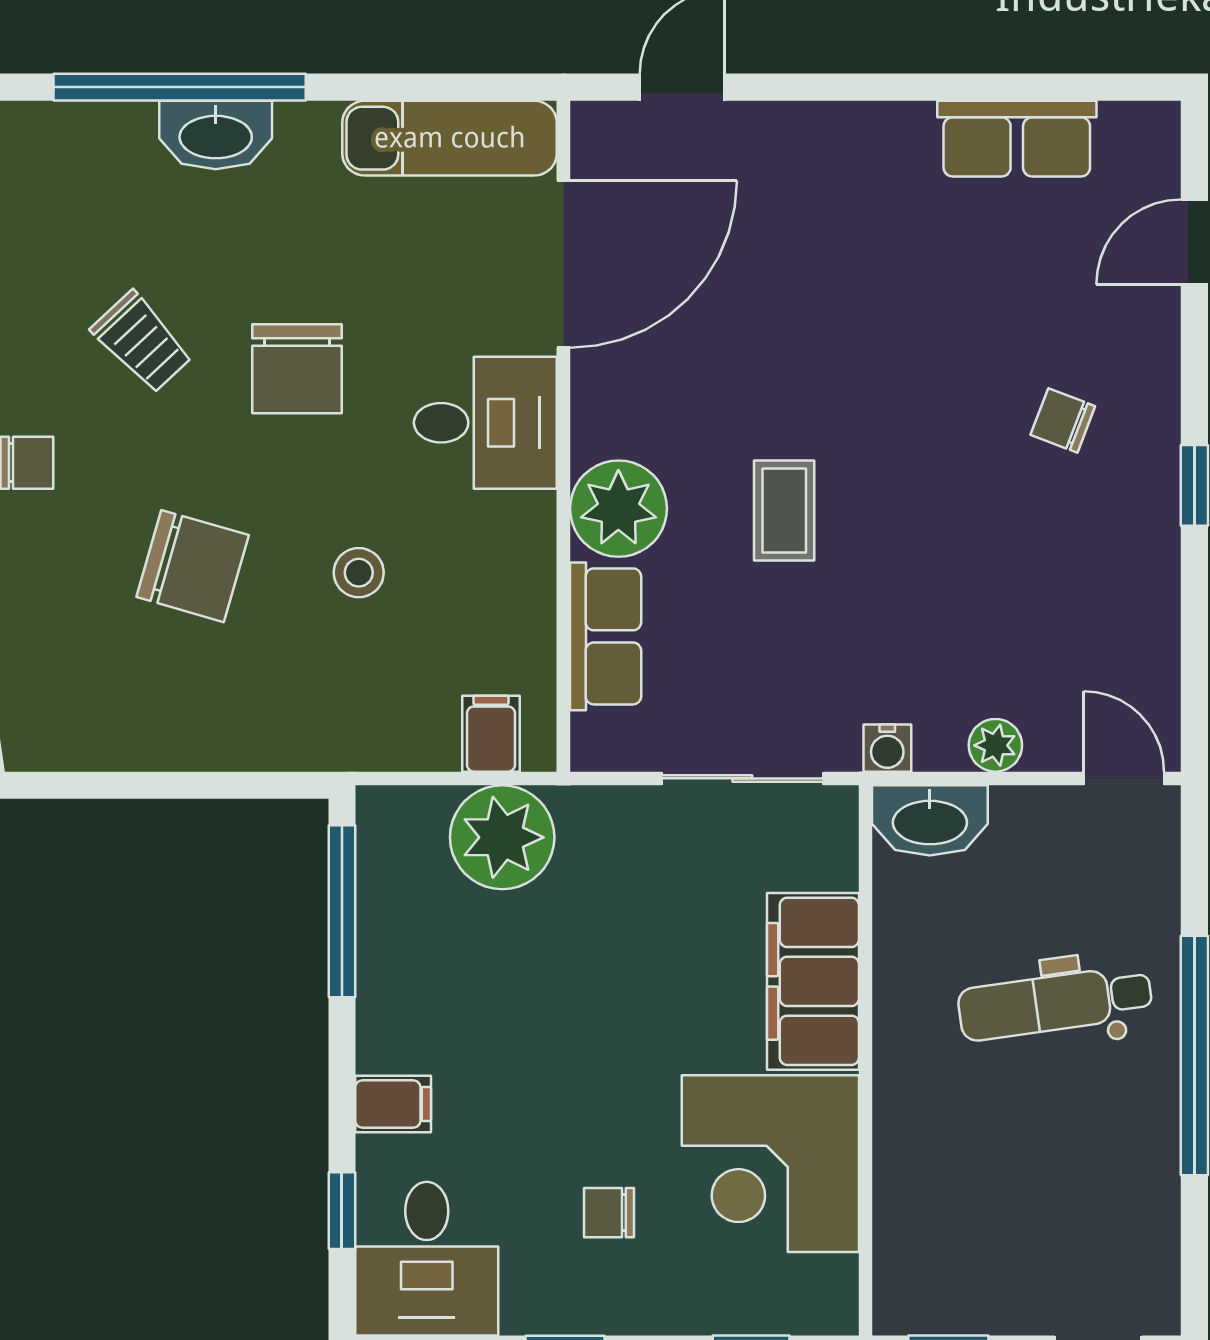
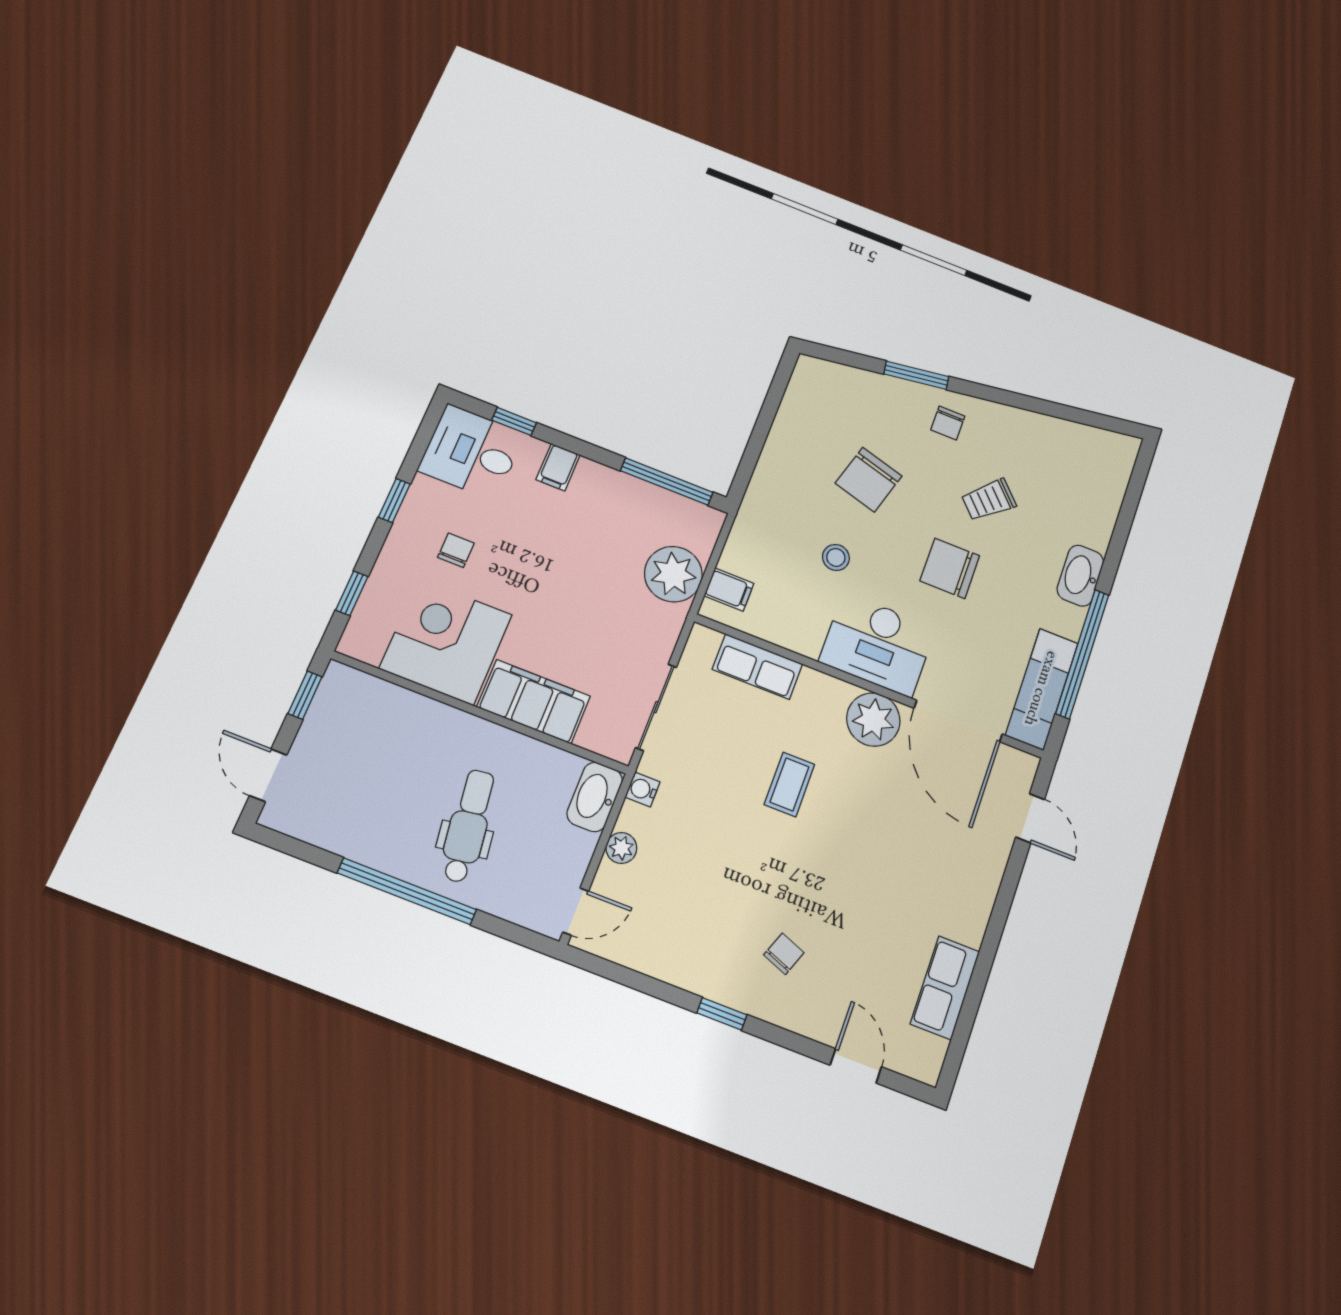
window: (180, 87) -> (1082, 654), moved
desk: (485, 423) -> (877, 645), width x1.37
plant: (618, 509) -> (873, 720), moved
coffee table: (784, 511) -> (789, 784), turned 90

